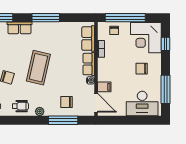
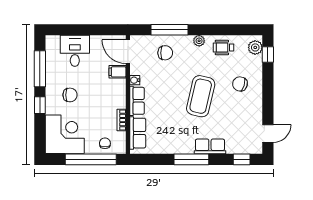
row of seats: (19, 28) -> (210, 146), moved
window: (165, 44) -> (40, 105), moved
desk: (142, 104) -> (75, 51), width x0.73

